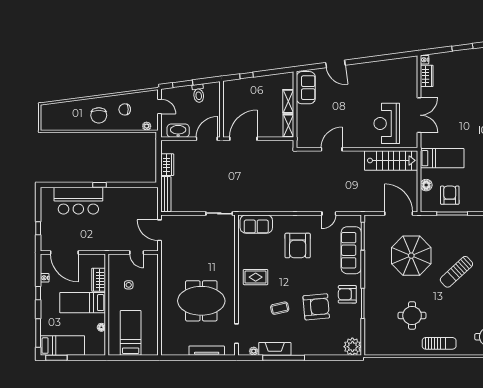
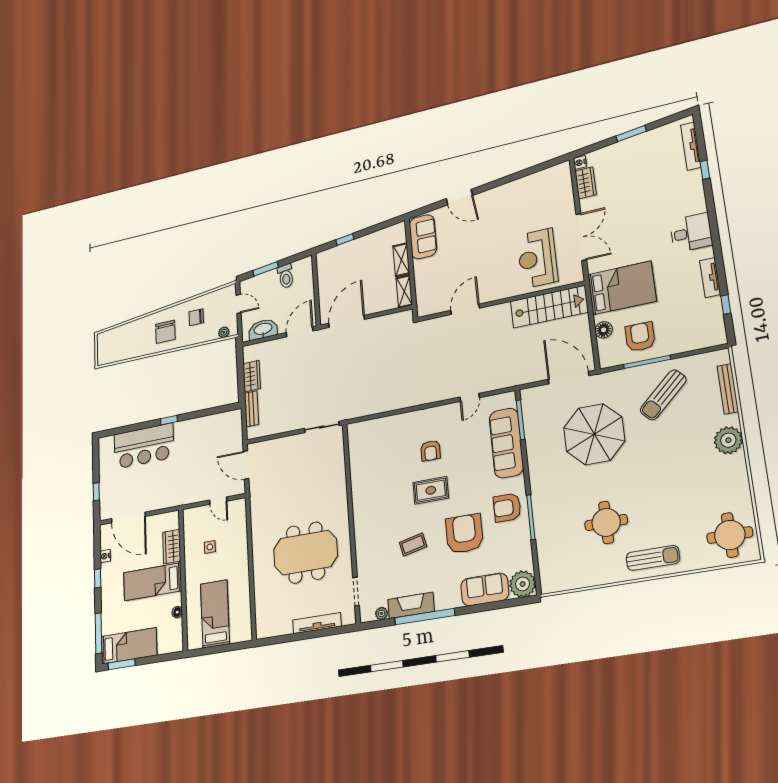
bed: (442, 158) -> (622, 288), width x1.50
bench: (166, 194) -> (251, 409), width x0.73
sofa: (256, 224) -> (485, 589), moved, turned 180
armchair: (298, 245) -> (430, 451), width x0.53, depth x0.53
sun lounger: (456, 272) -> (663, 395), moved
rug: (256, 277) -> (431, 490), moved
armchair: (316, 307) -> (464, 534), turned -85

